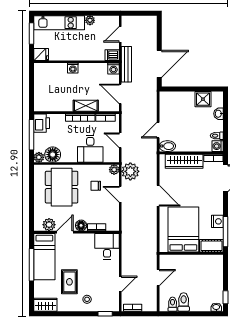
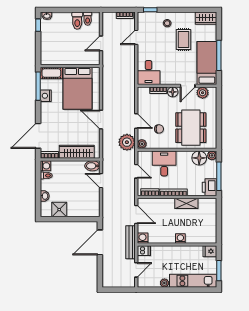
shelving: (86, 106) -> (186, 203), moved
door: (158, 130) -> (101, 181), swing flipped

